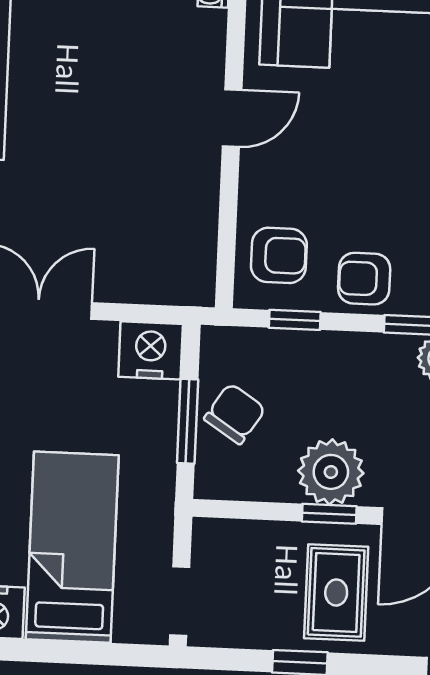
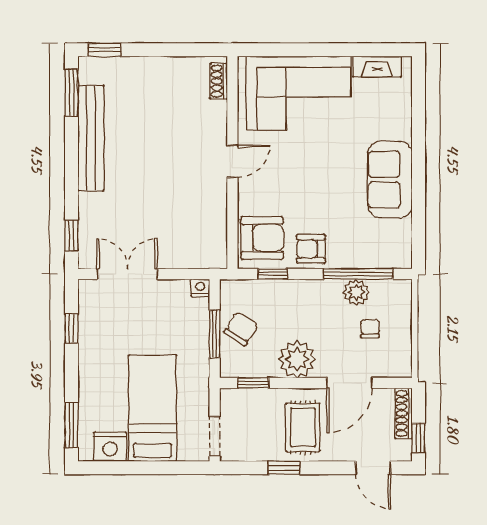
armchair: (279, 255) -> (262, 238), width x1.38, depth x1.38
nightstand: (151, 350) -> (200, 288), width x0.53, depth x0.56
window: (329, 514) -> (253, 383), moved

